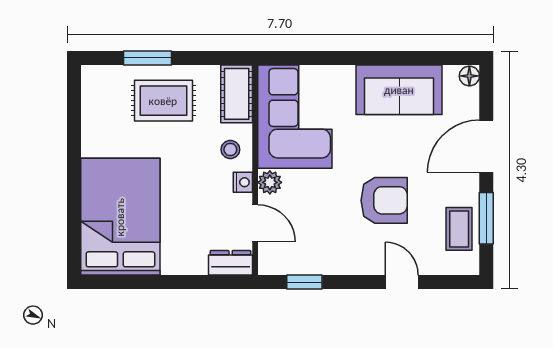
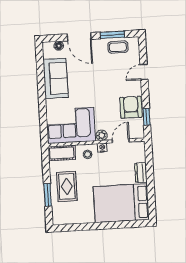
floor lamp: (469, 76) -> (59, 46), moved
armchair: (384, 200) -> (131, 107), moved
dresser: (231, 263) -> (141, 173), moved

